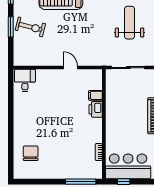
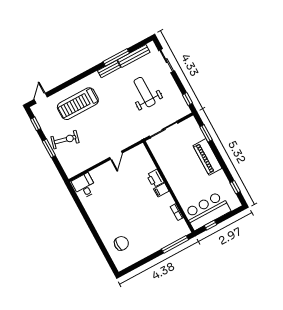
door: (70, 68) -> (116, 155), swing flipped
filing cabinet: (95, 95) -> (161, 190), moved
chair: (31, 153) -> (121, 243), turned 90

